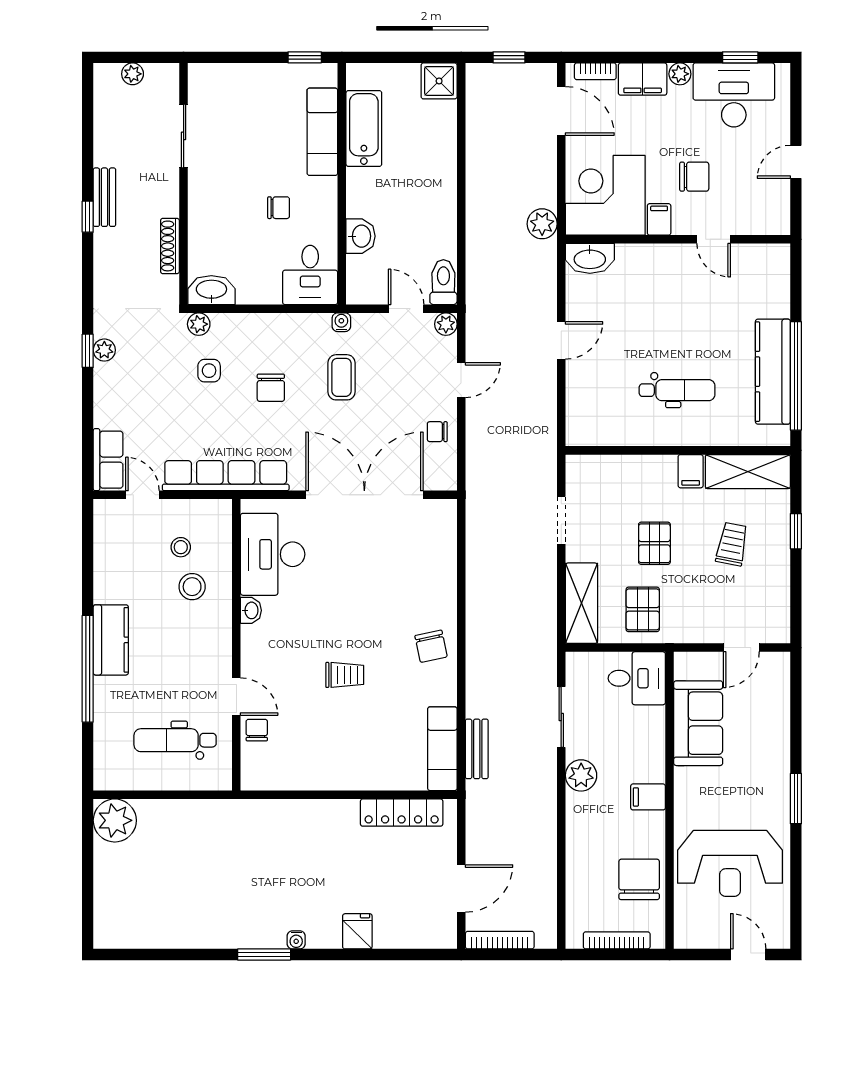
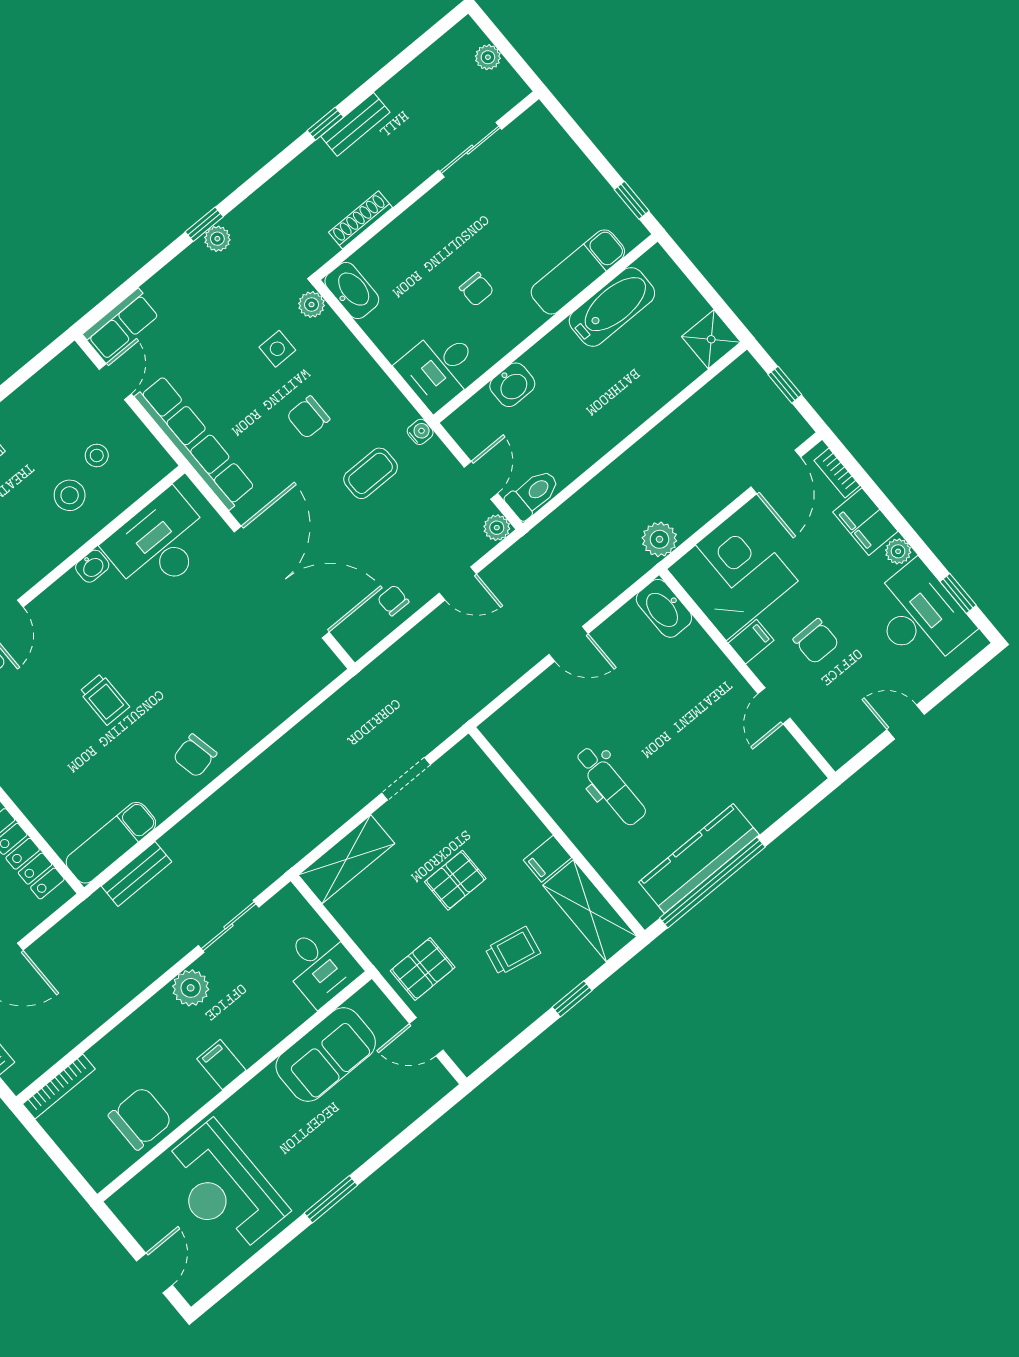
pallet: (643, 609) -> (423, 969), moved
bookcase: (617, 940) -> (59, 1087), moved, turned 90

